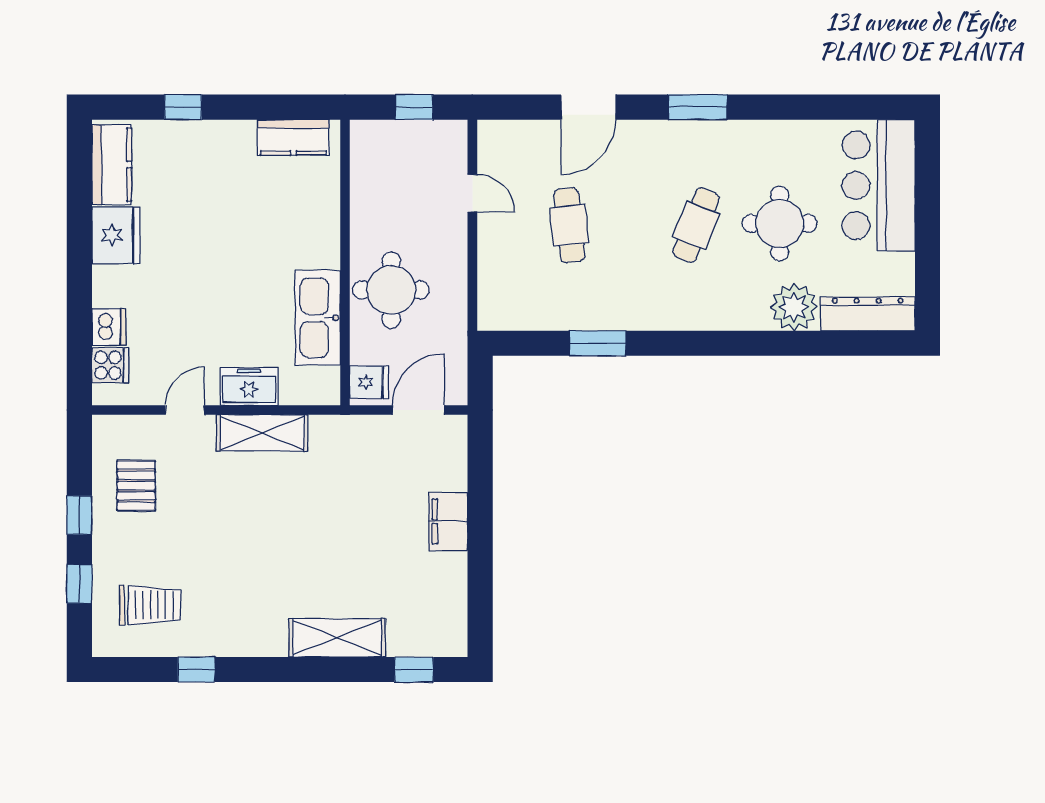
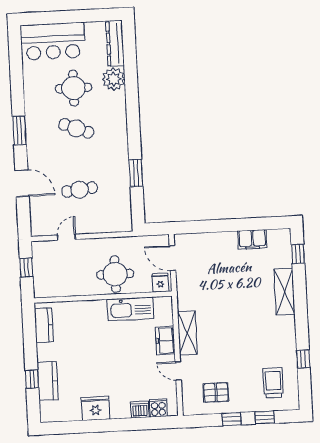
kitchen counter: (112, 165) -> (48, 381), moved, turned 90
filing cabinet: (448, 521) -> (252, 239), moved

